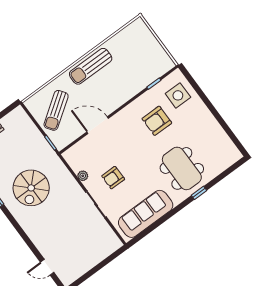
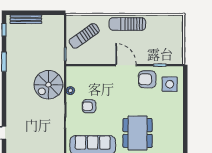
armchair: (157, 121) -> (147, 79), moved
door: (98, 125) -> (126, 65), moved
spiral stairs: (31, 188) -> (48, 85), moved

